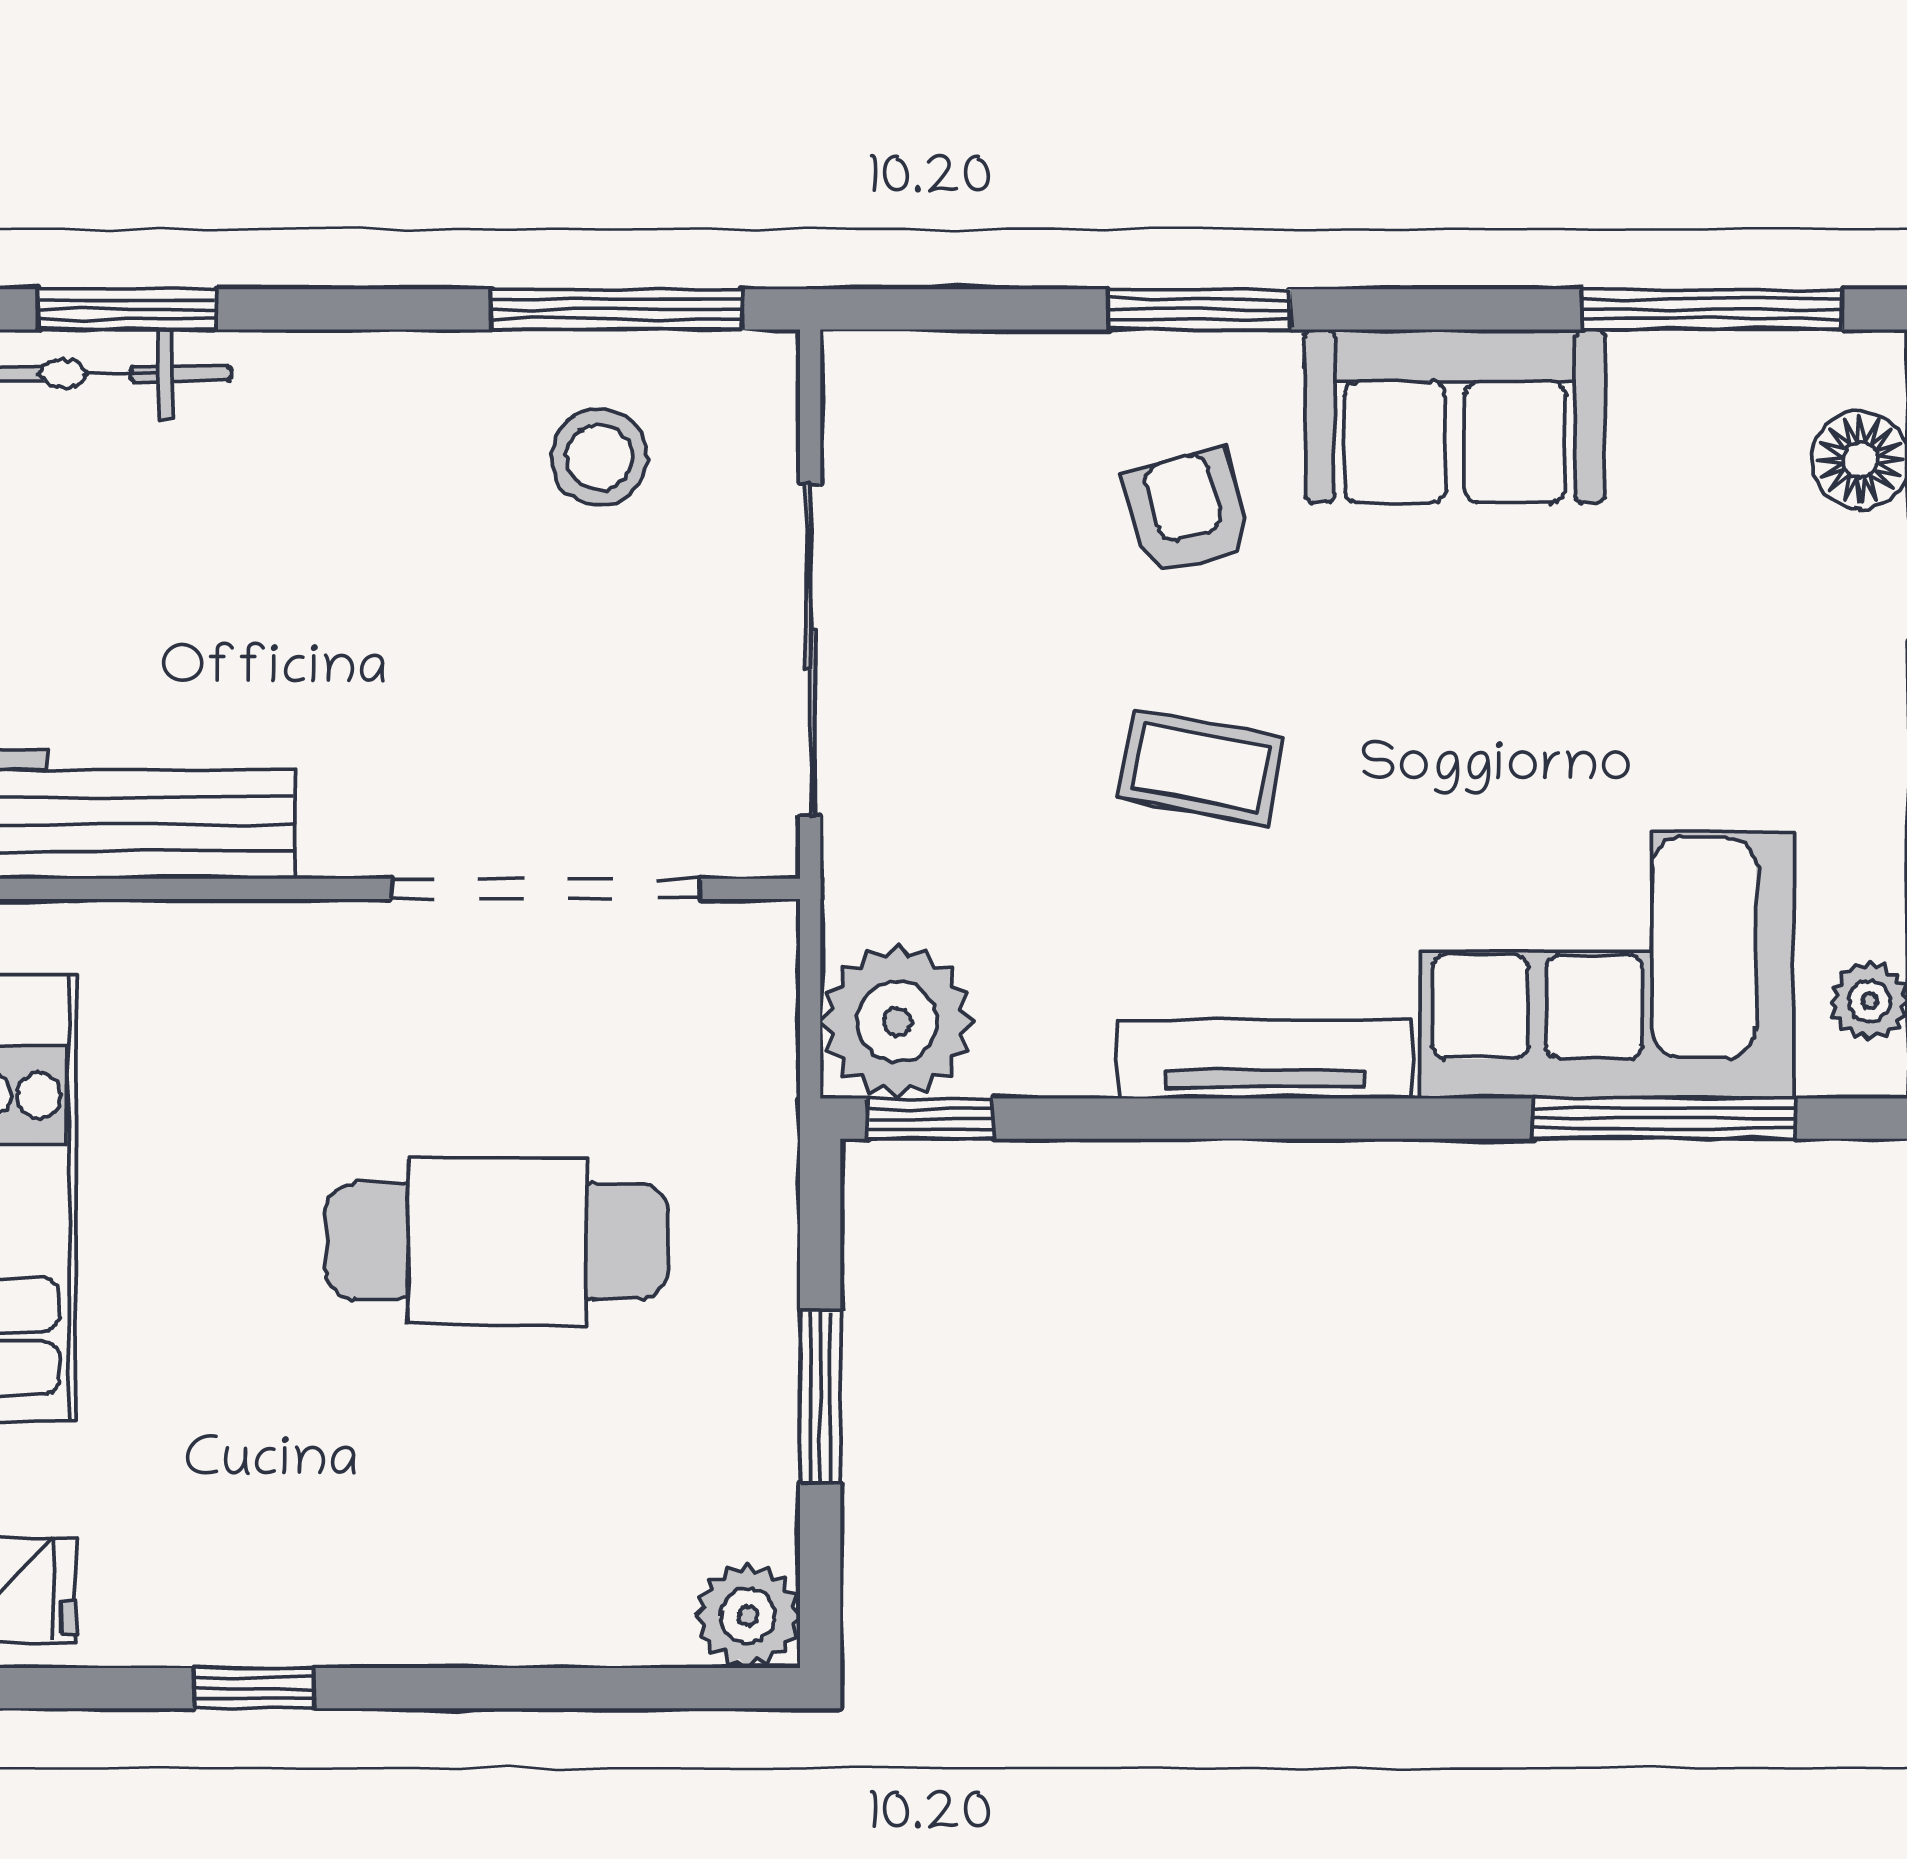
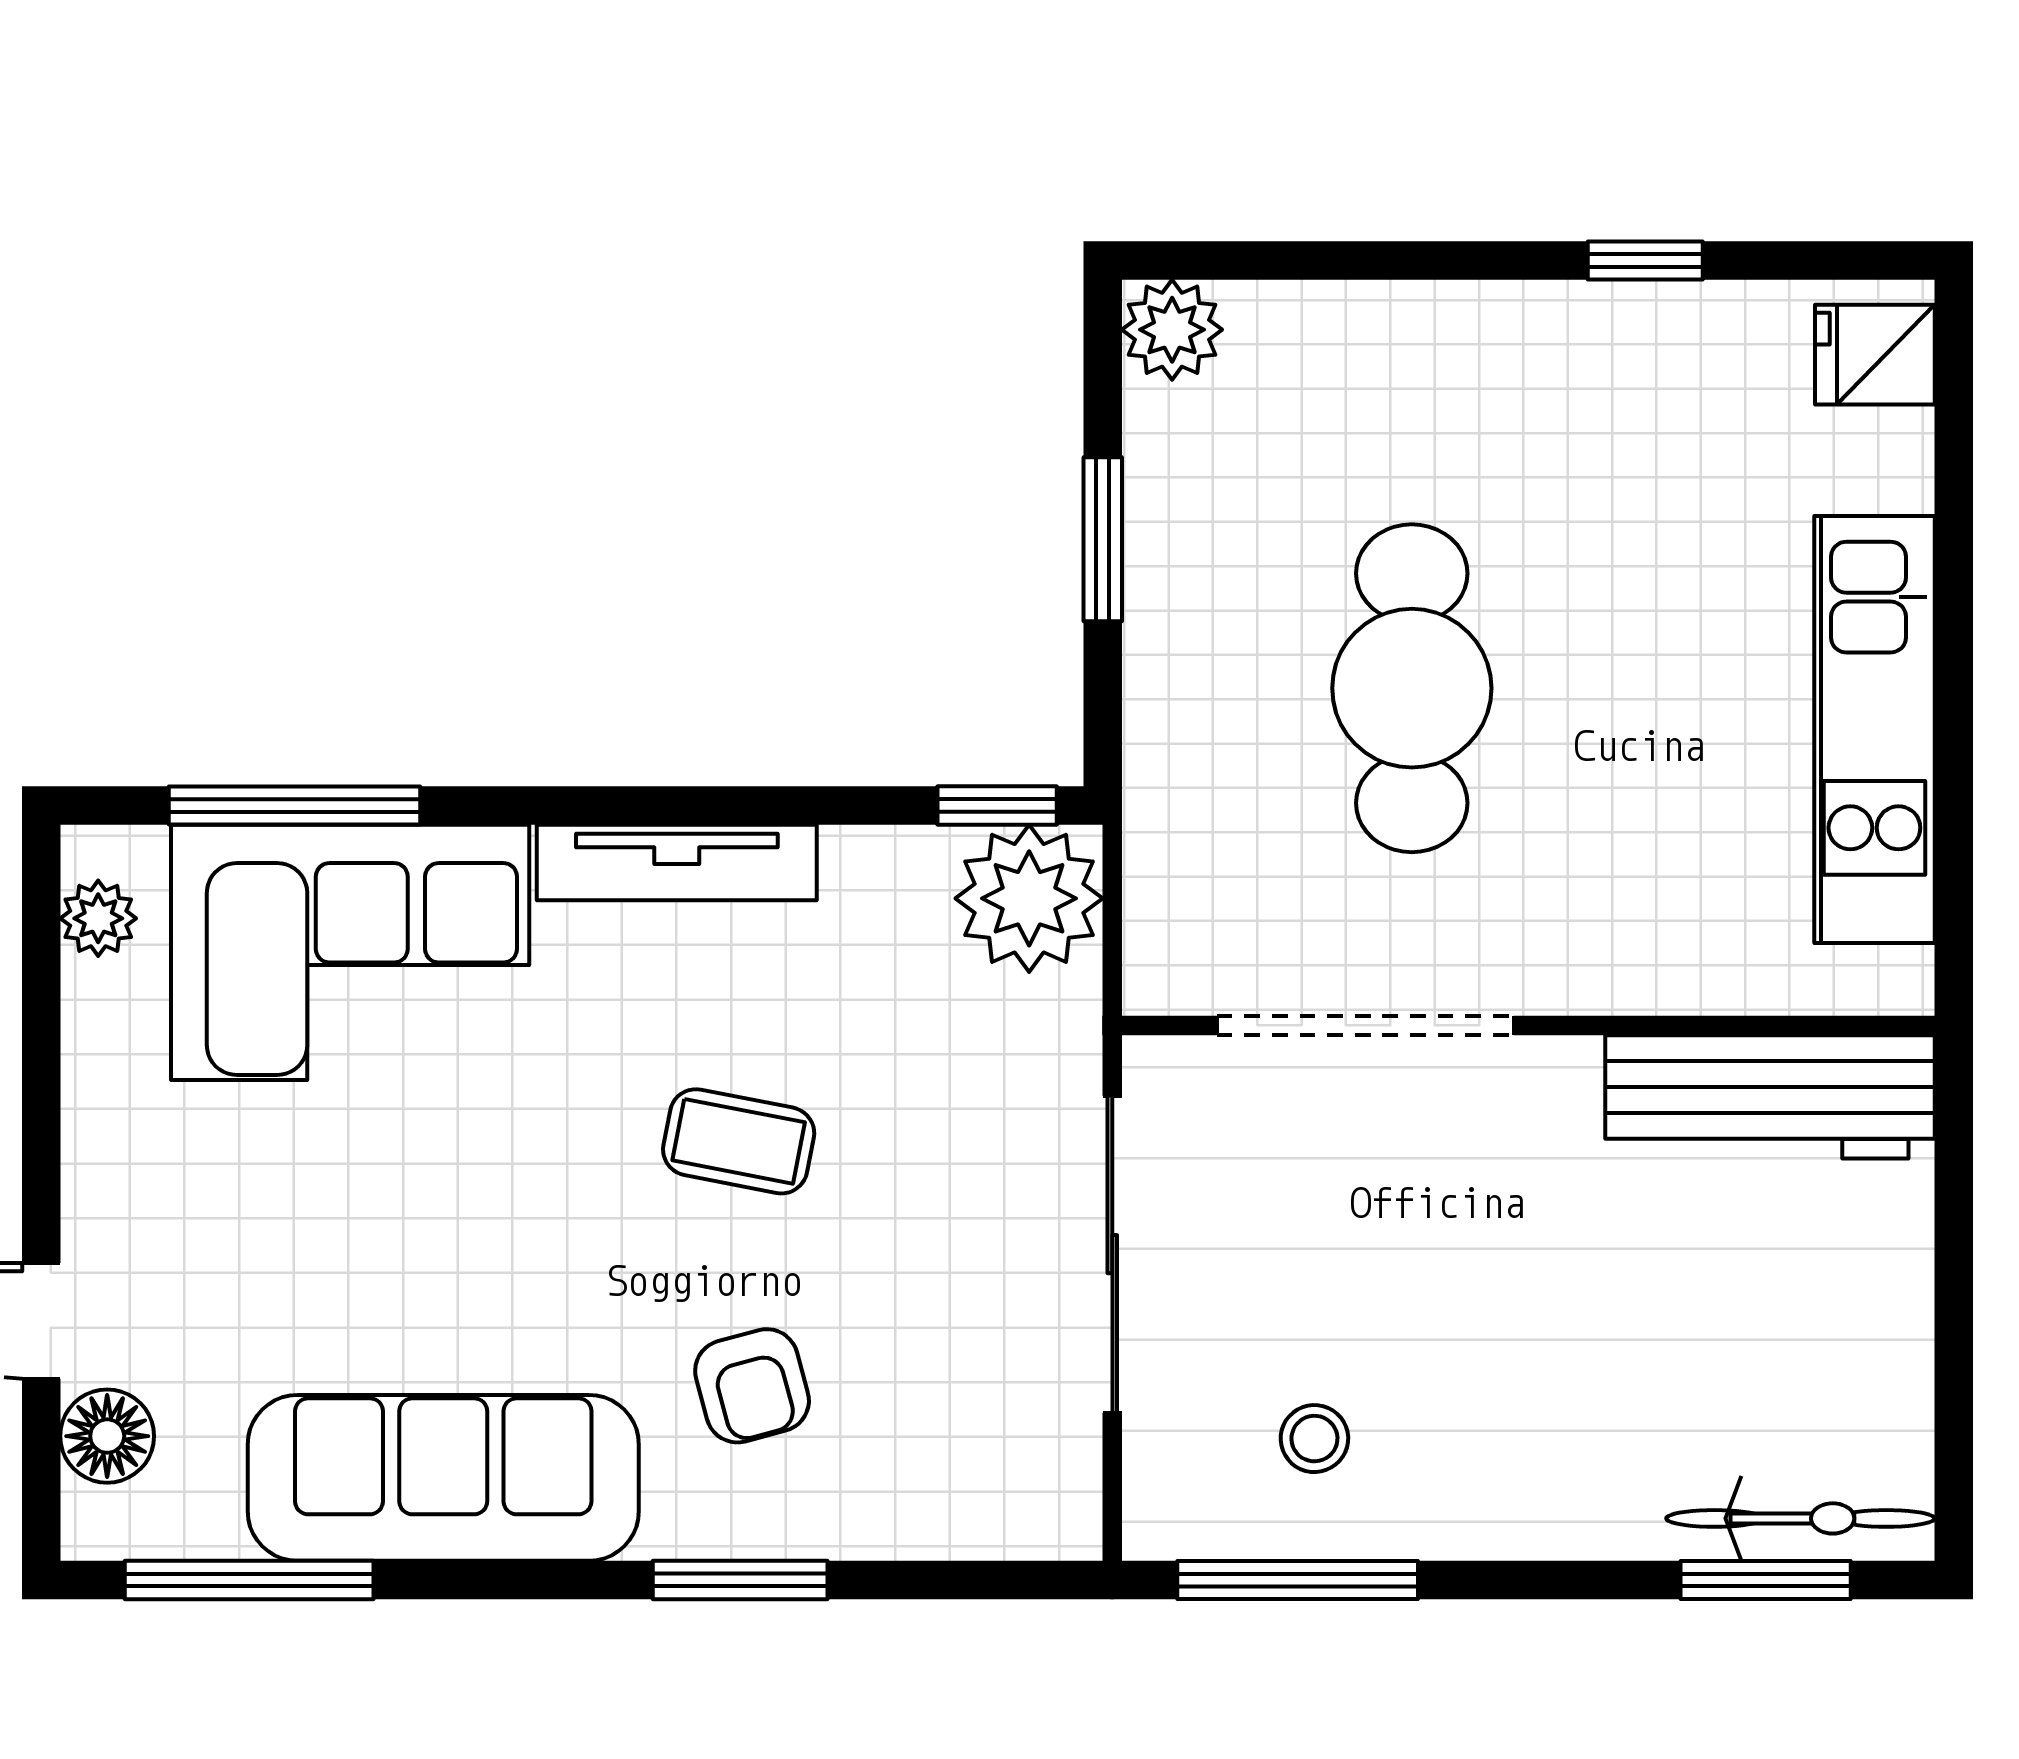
sofa: (1455, 416) -> (443, 1478), width x1.36
stool: (599, 457) -> (1314, 1439), width x0.73, depth x0.73
cafe table: (497, 1241) -> (1412, 688), turned 90

